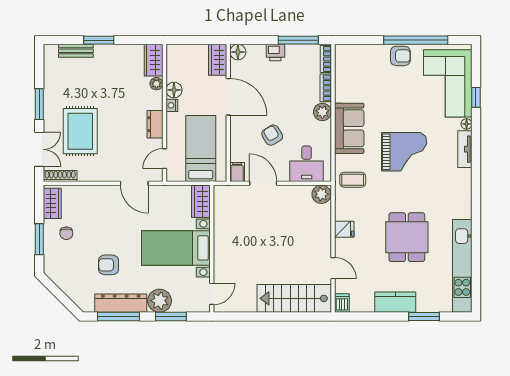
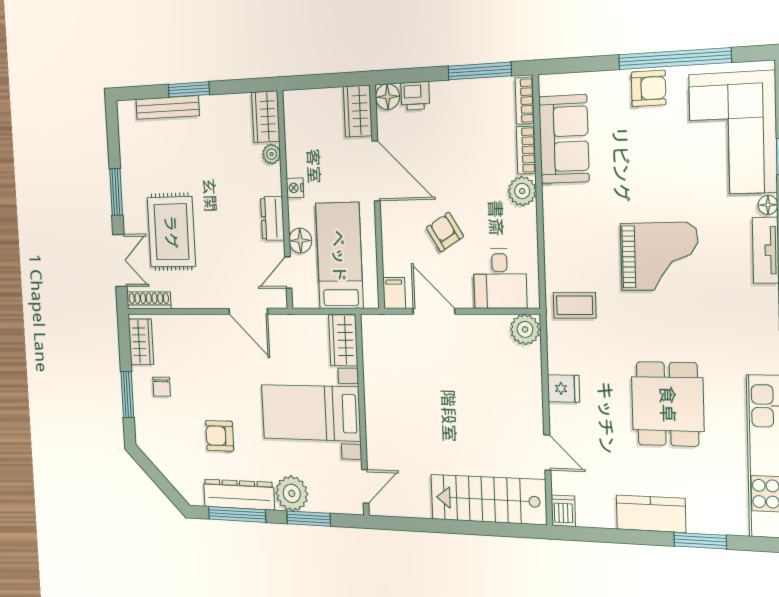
bench: (76, 51) -> (167, 108), width x1.36
printer: (275, 53) -> (415, 96), moved
floor lamp: (174, 90) -> (300, 241), moved
sofa: (349, 128) -> (564, 139), moved

